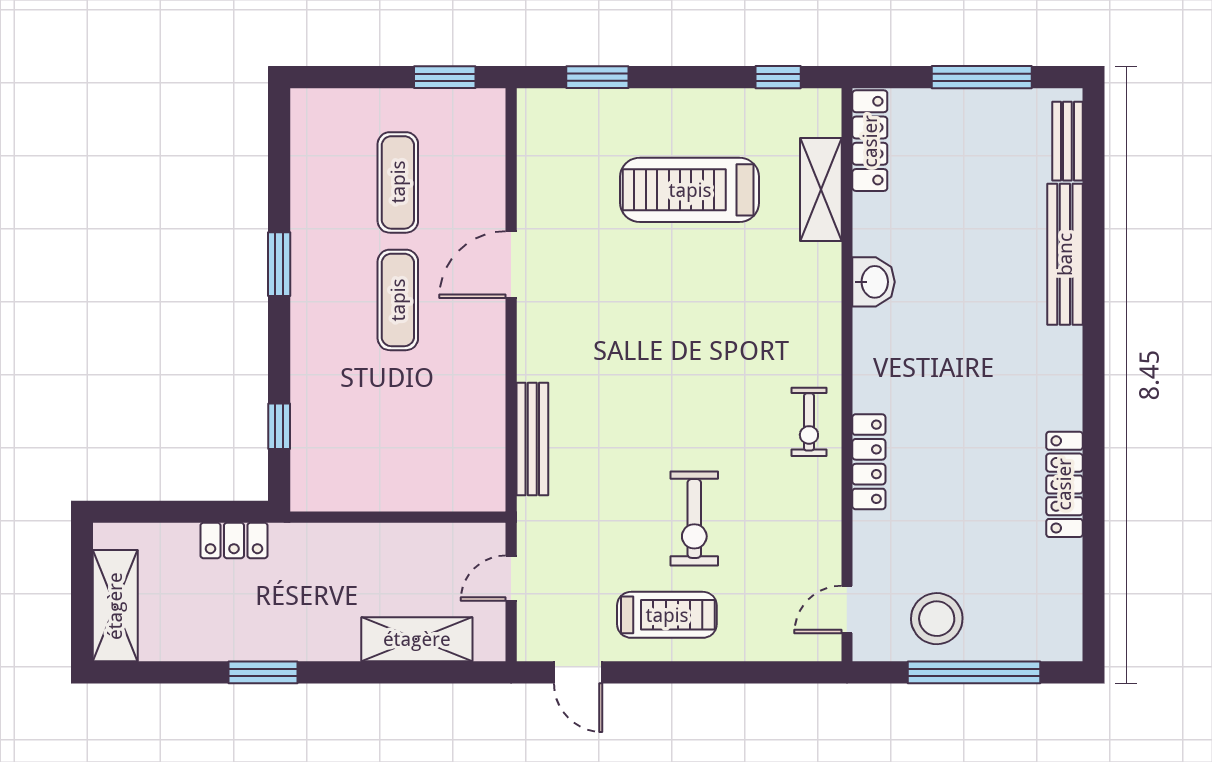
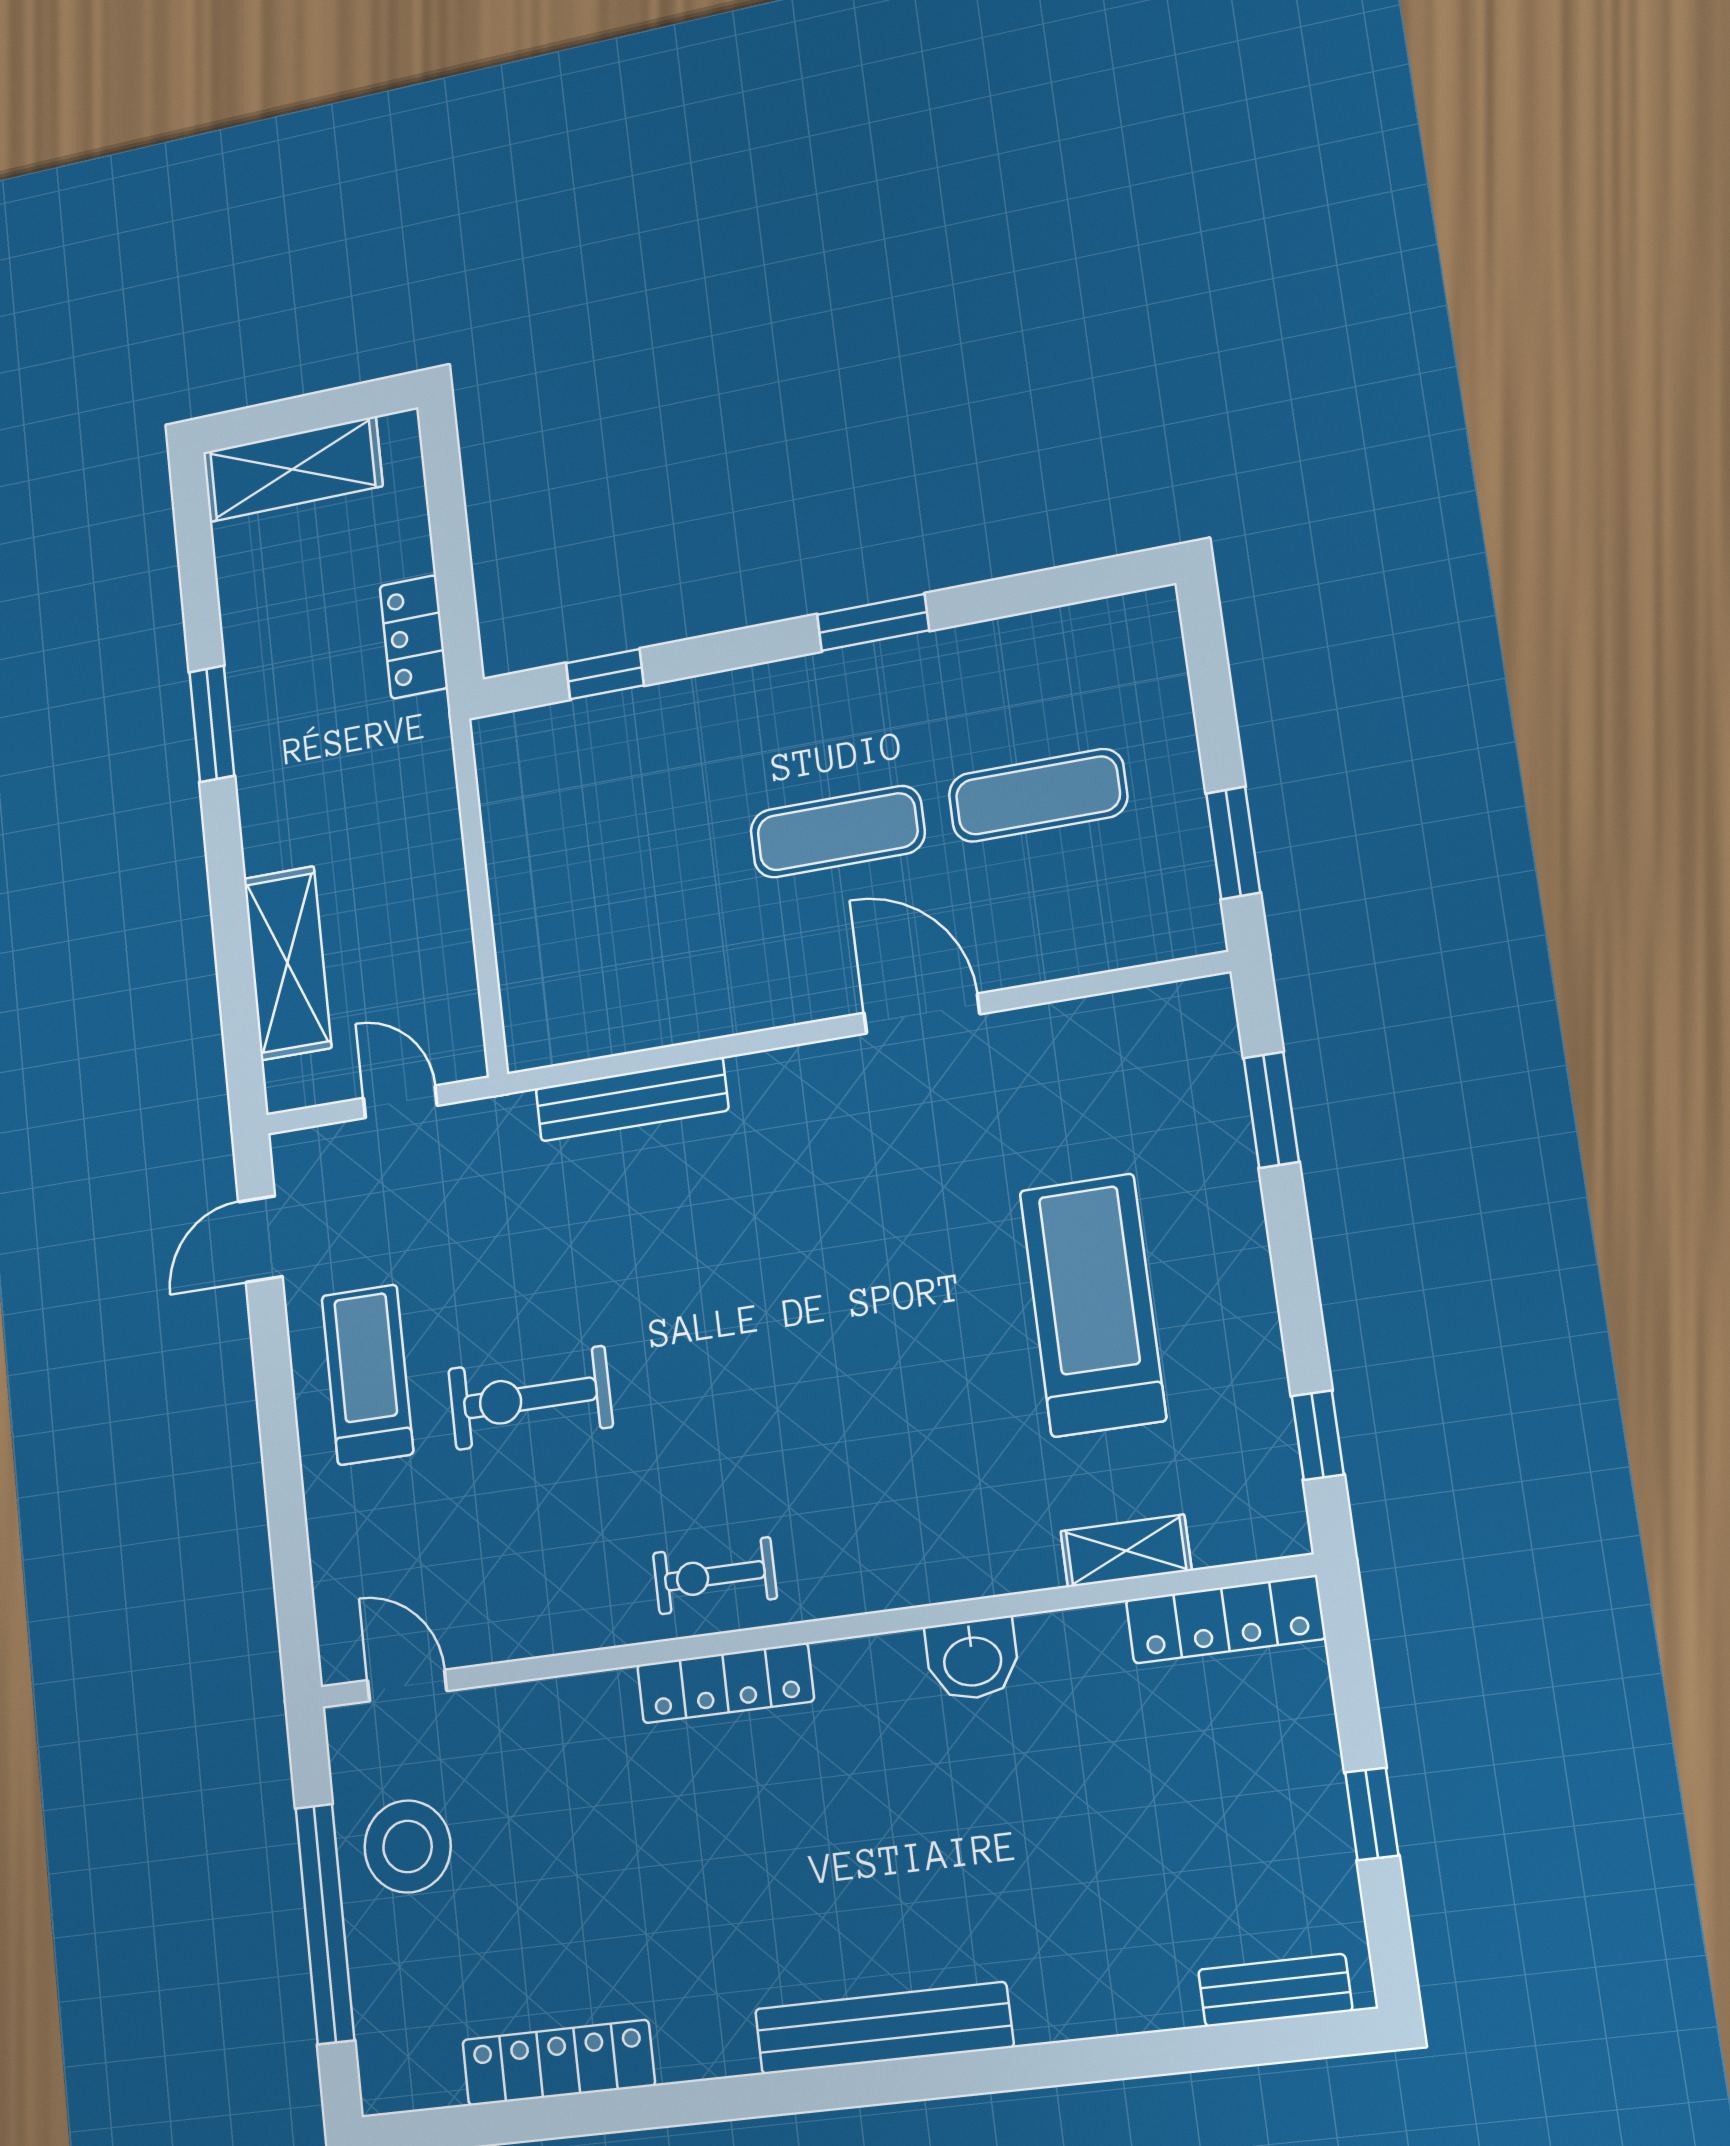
window: (982, 77) -> (1372, 1814), width x0.46
shelving: (821, 190) -> (1126, 1551), width x0.67, depth x0.75
bench: (1065, 254) -> (884, 2028), moved
locker: (869, 462) -> (725, 1683), moved
locker: (1064, 484) -> (558, 2063), moved
treadmill: (667, 615) -> (367, 1375), turned 180

